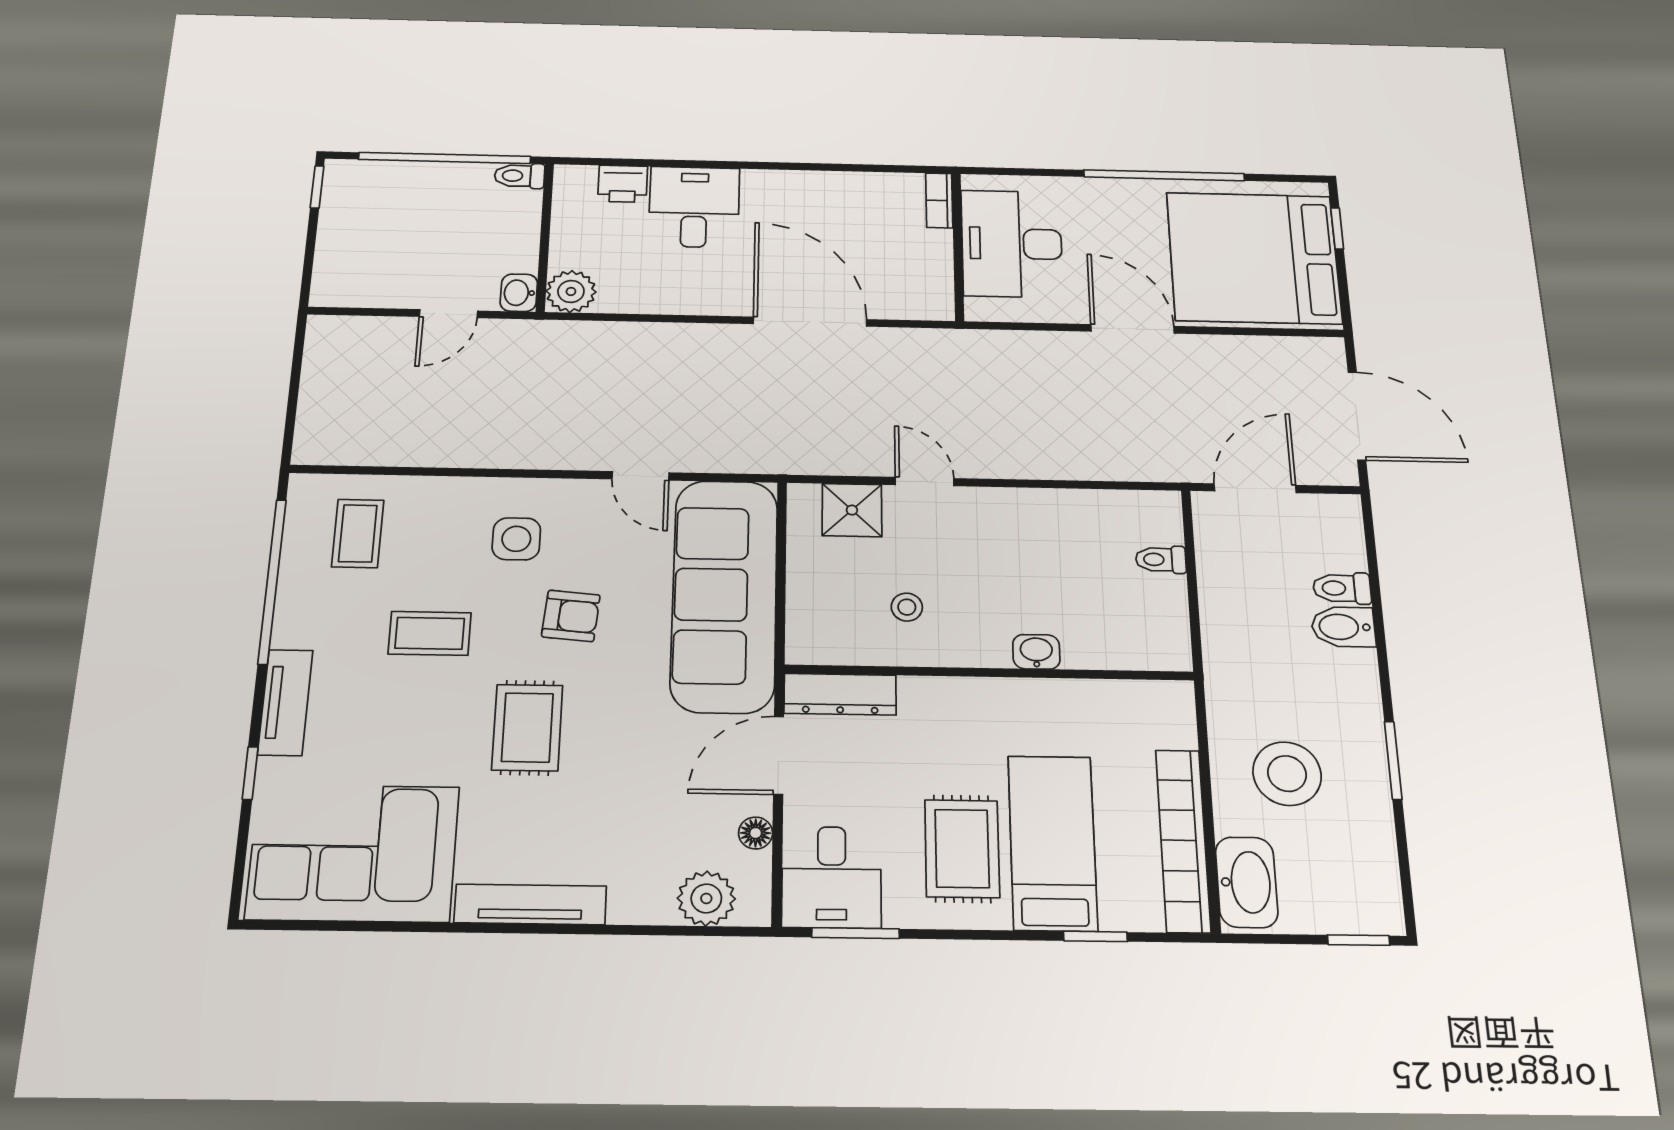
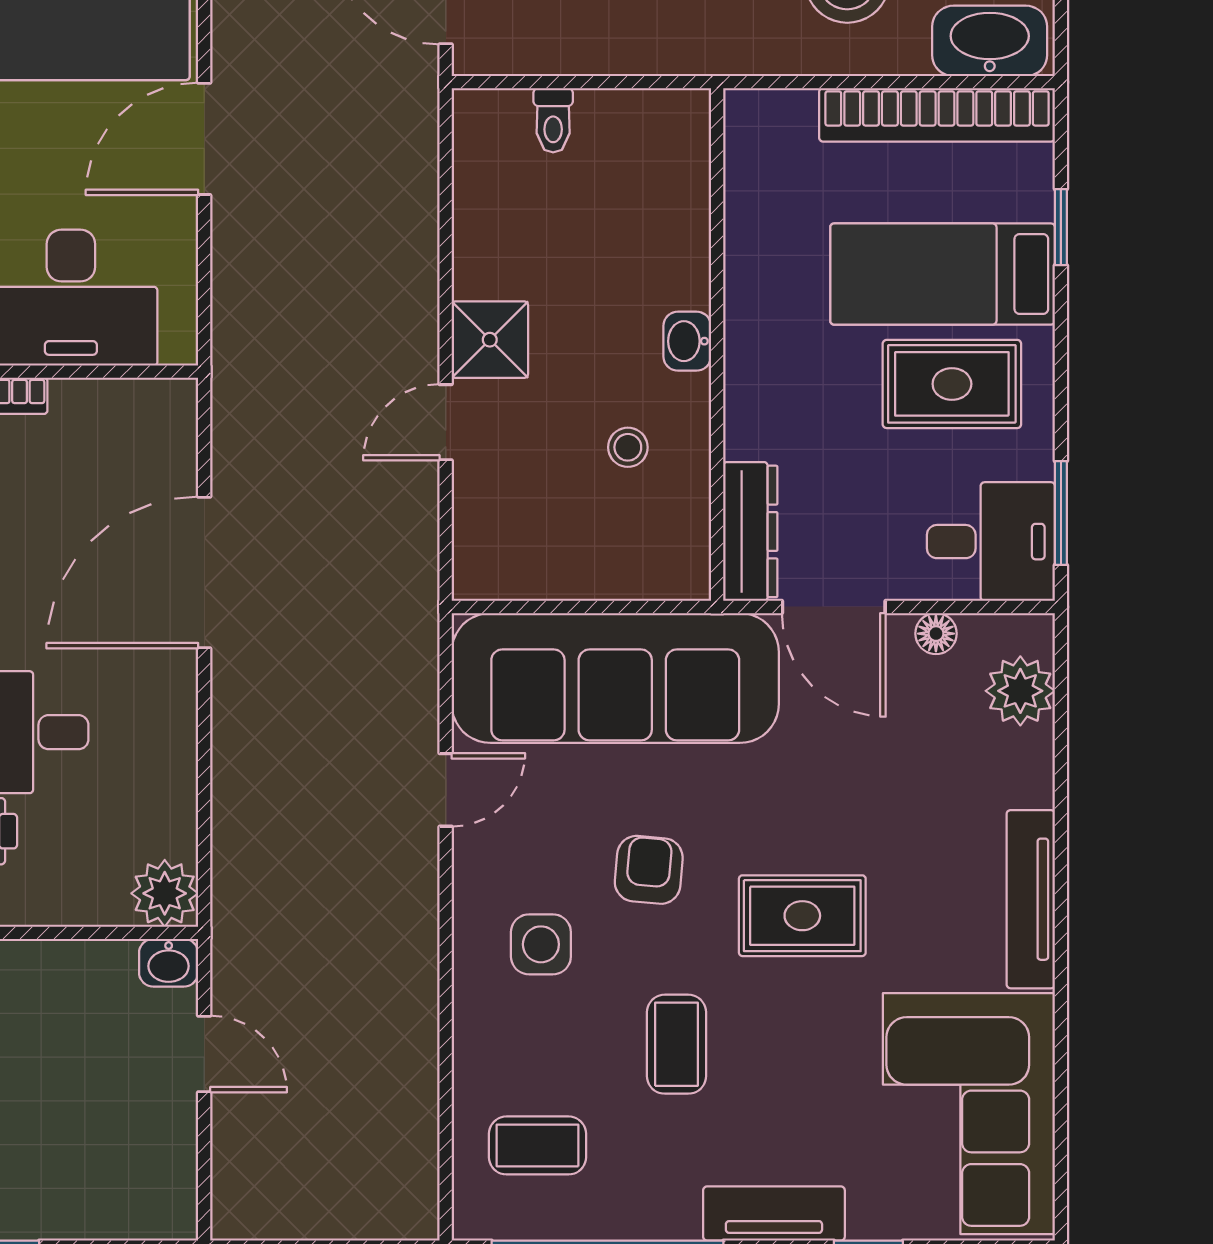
shower: (852, 510) -> (490, 340), moved
washbasin: (1036, 652) -> (687, 341), moved

